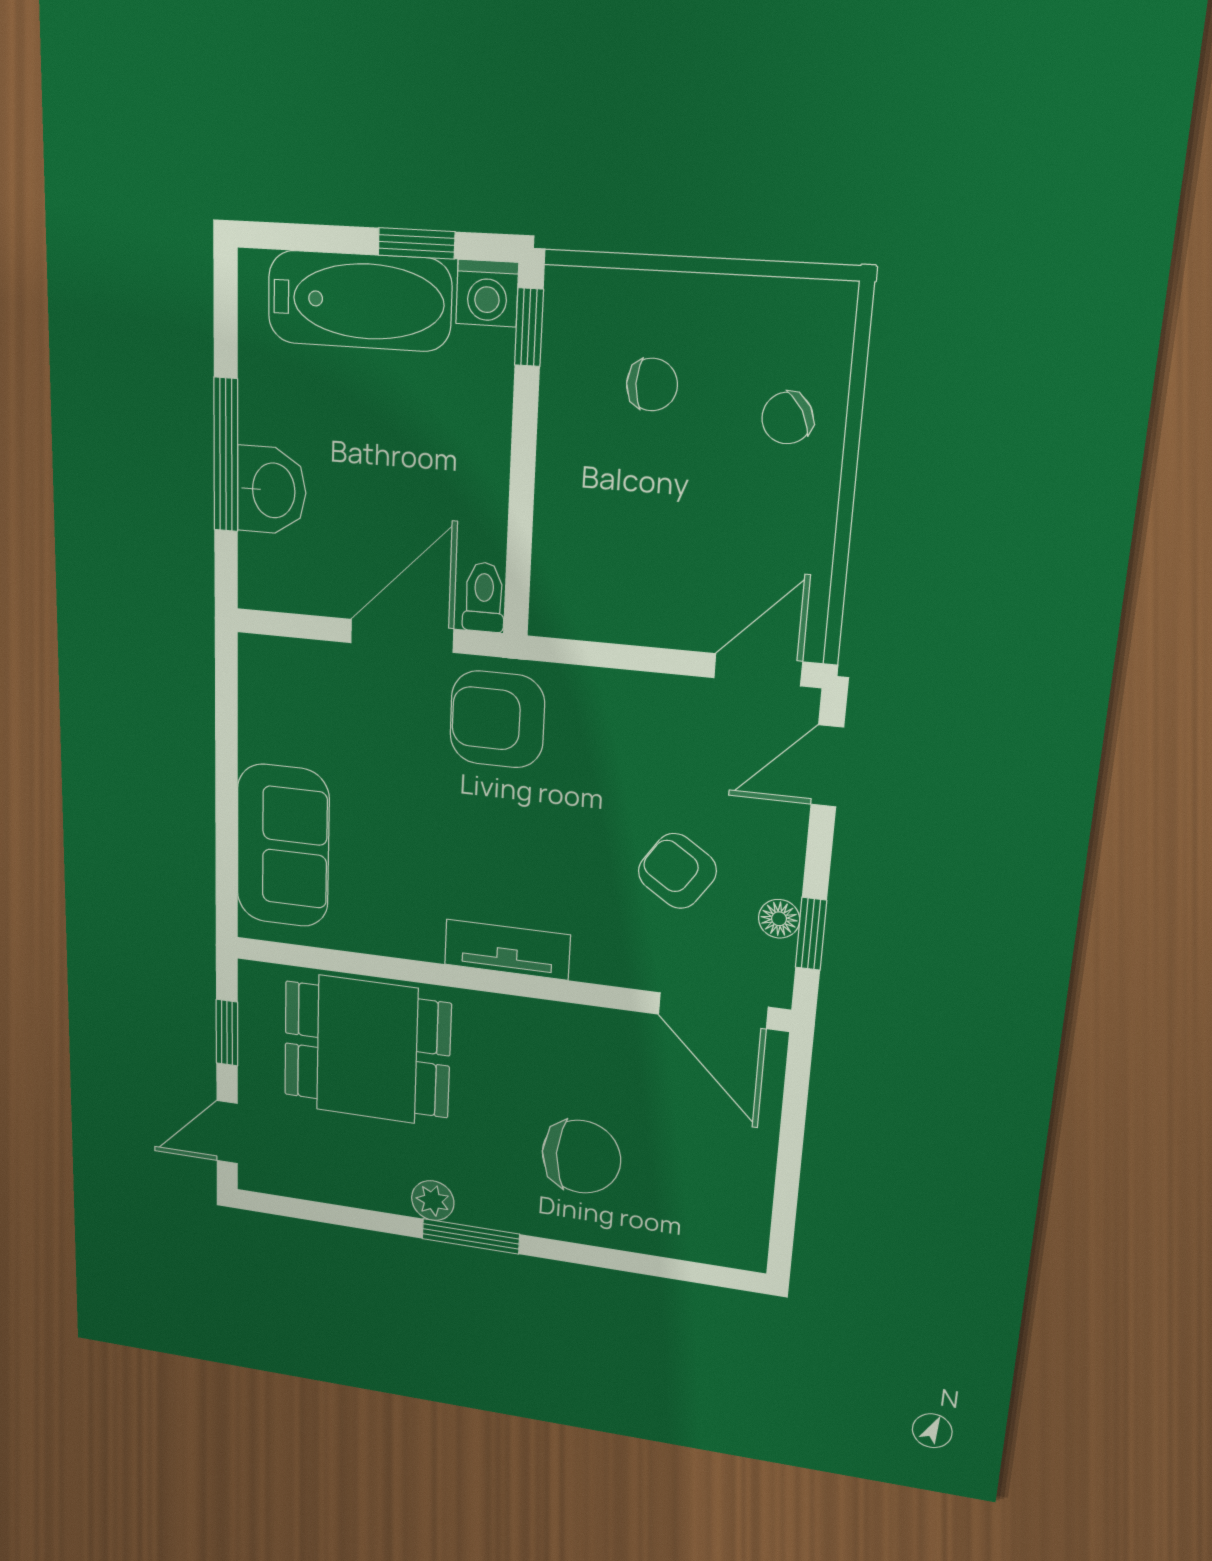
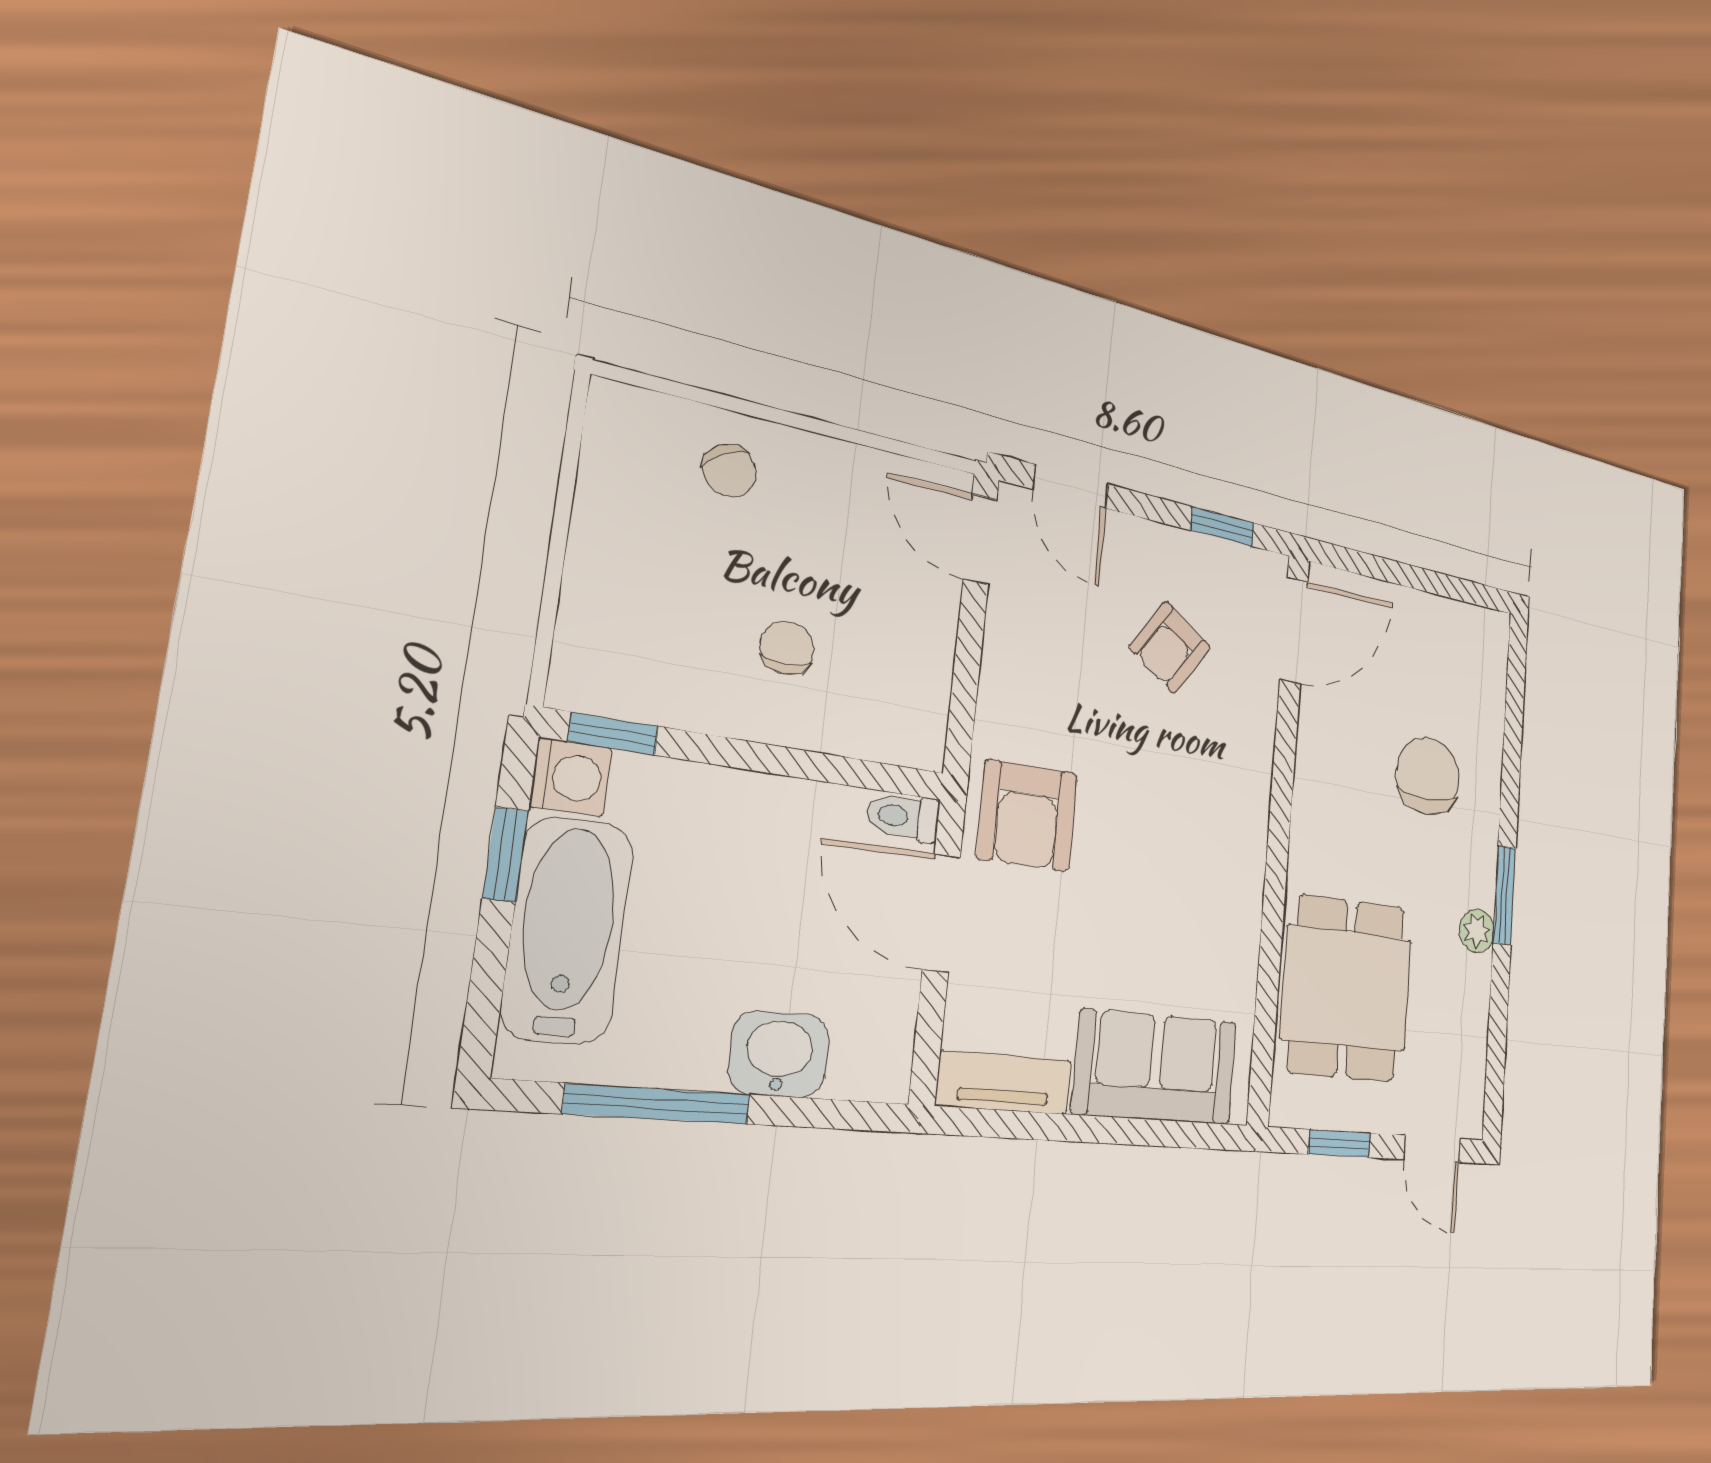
chair: (652, 385) -> (787, 648), moved
window: (226, 455) -> (658, 1104), moved
floor lamp: (779, 919) -> (1210, 555), removed
tv unit: (507, 950) -> (1004, 1083), moved, turned 90

